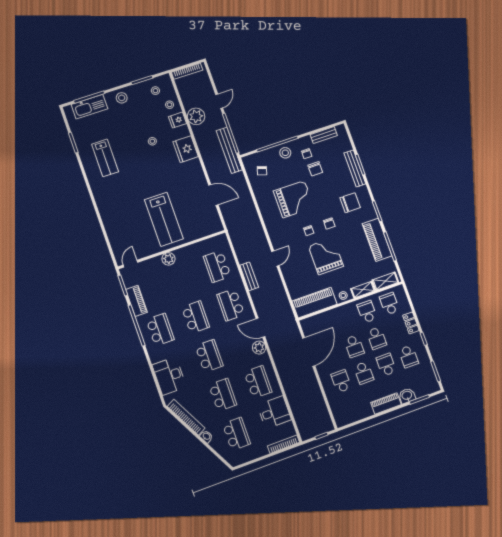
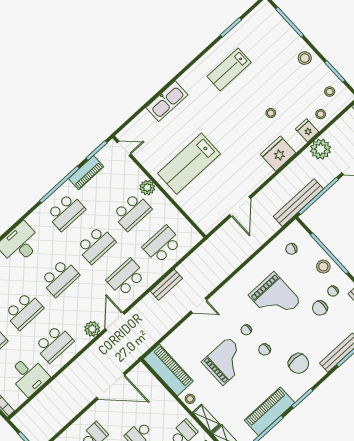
kitchen sink: (89, 107) -> (167, 101), moved, turned -90
school desk: (182, 279) -> (132, 212), added

